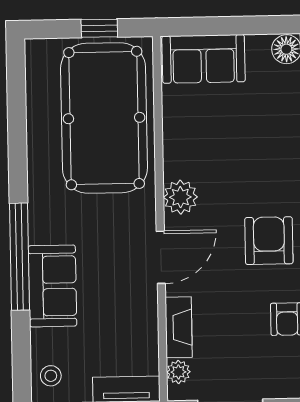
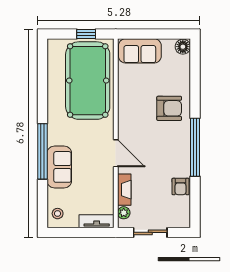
plant: (180, 197) -> (126, 122), removed
armchair: (269, 241) -> (169, 108), moved, turned 90
door: (161, 257) -> (116, 153), hinge flipped

